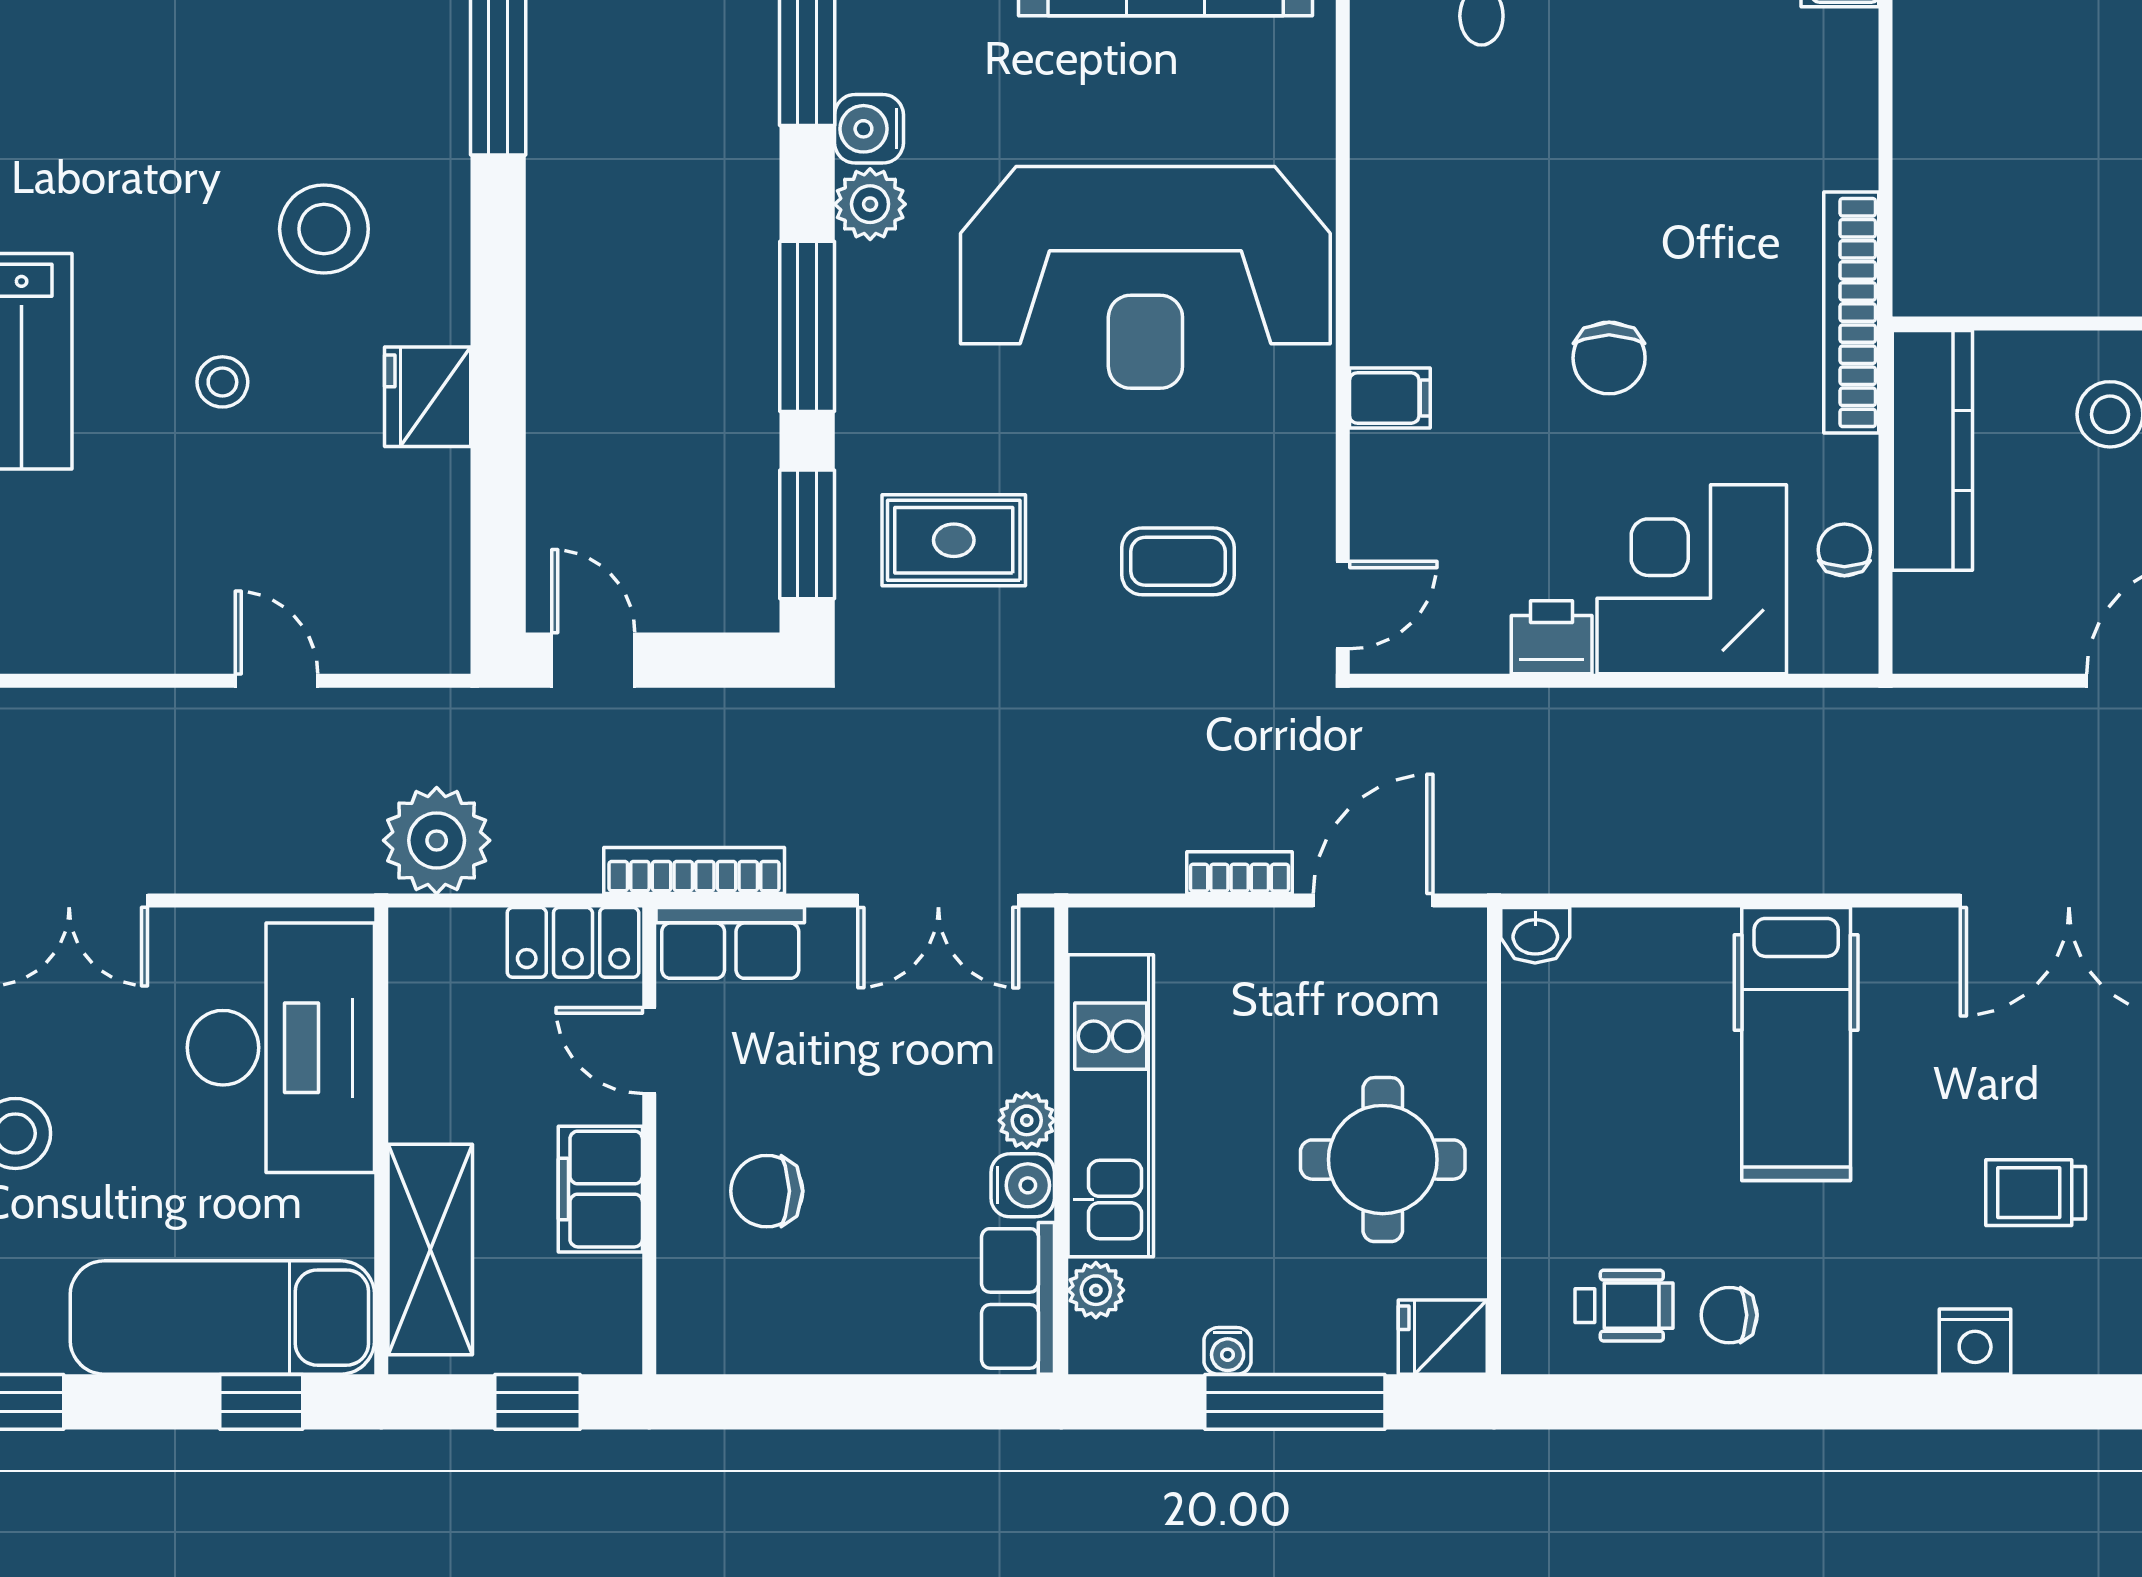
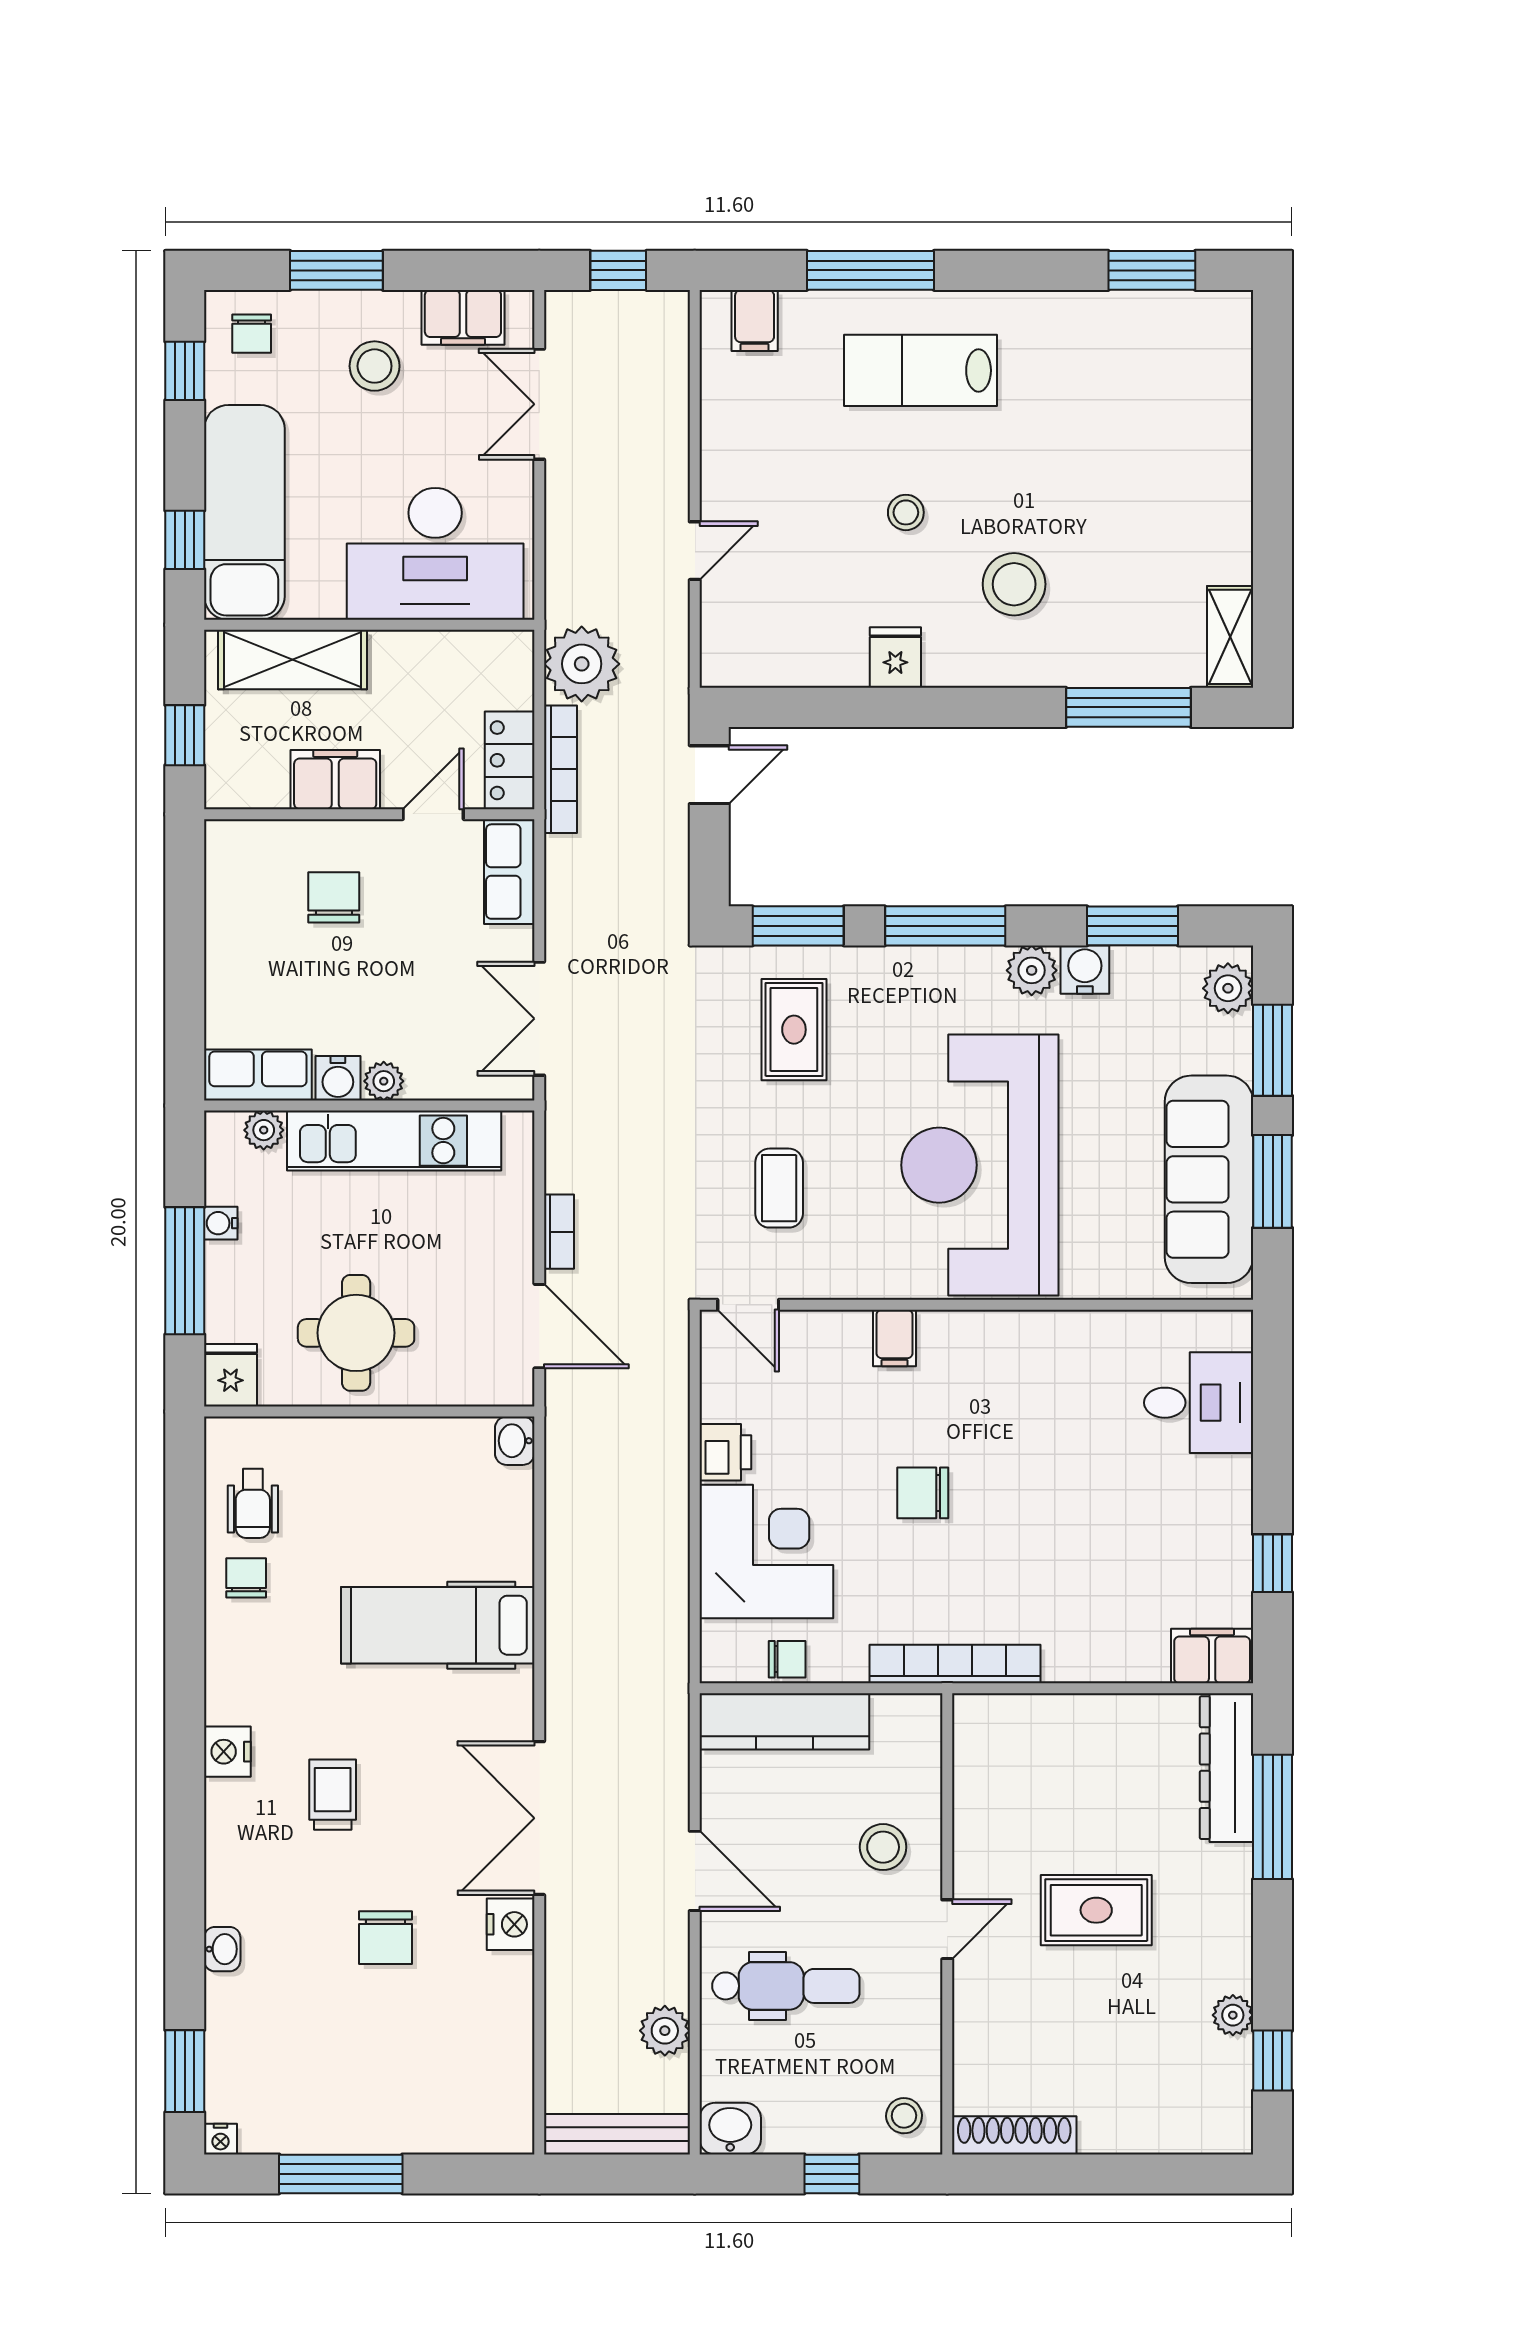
fridge: (428, 397) -> (895, 658), width x0.72
kitchen counter: (1932, 450) -> (784, 1721), moved
bookcase: (694, 871) -> (560, 769), moved

